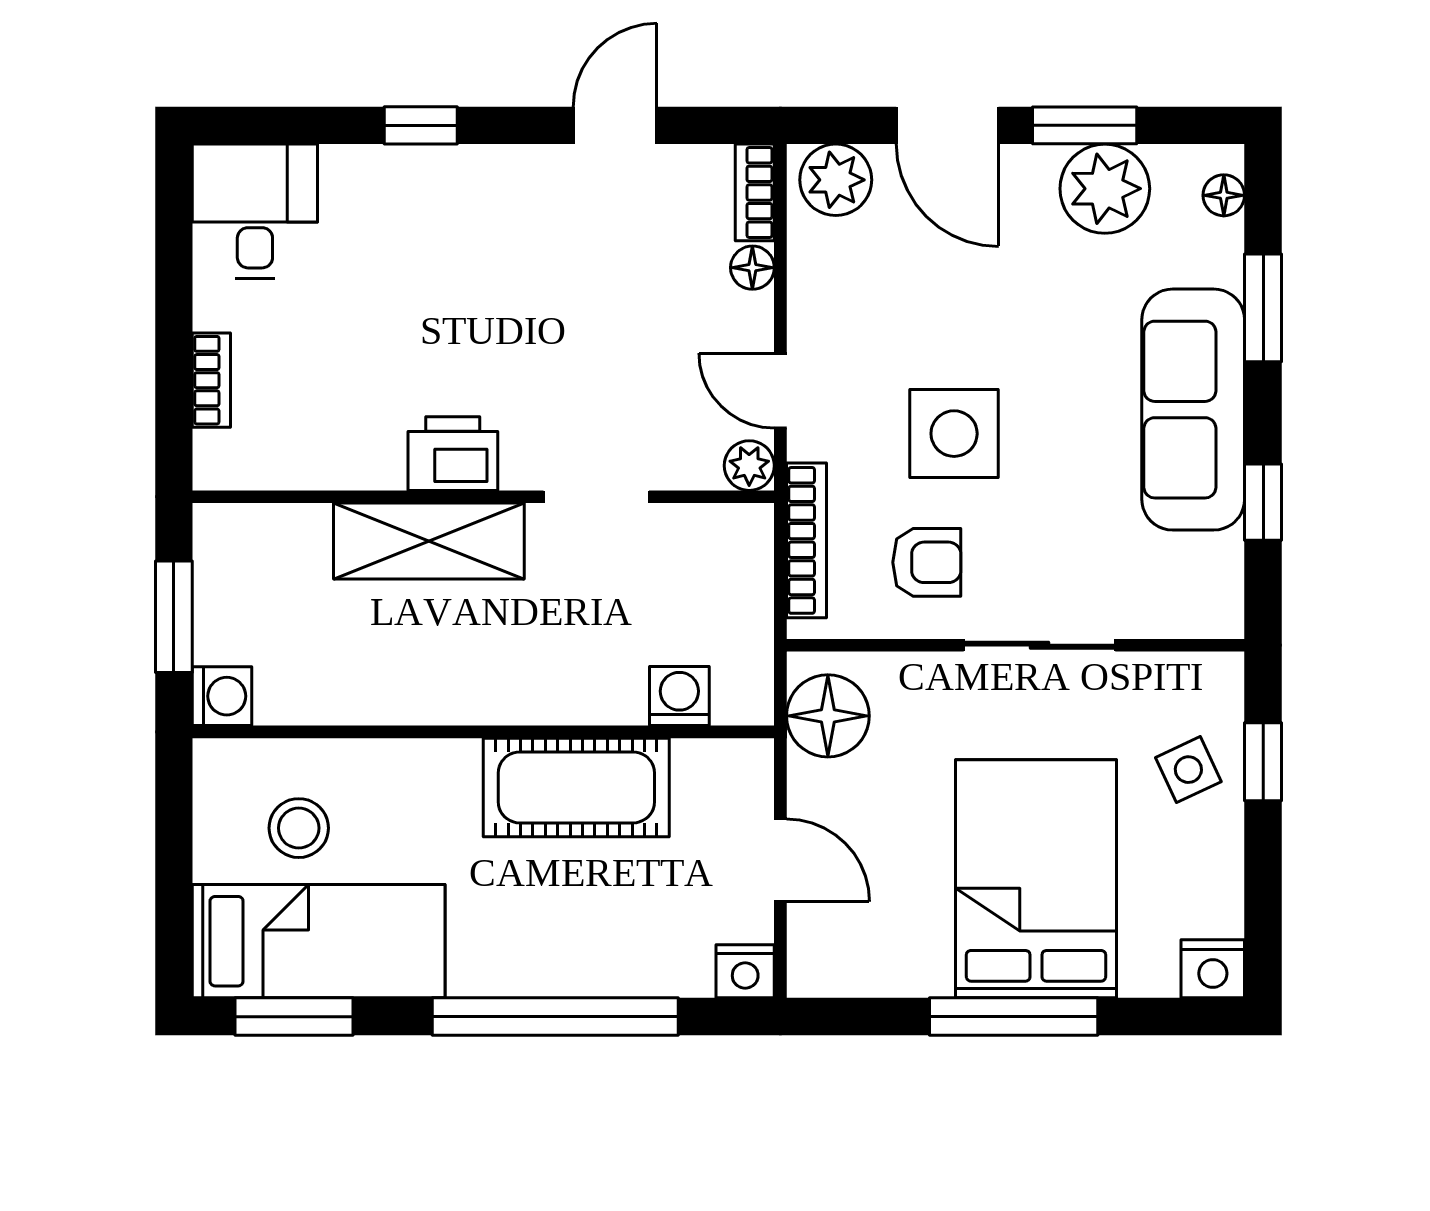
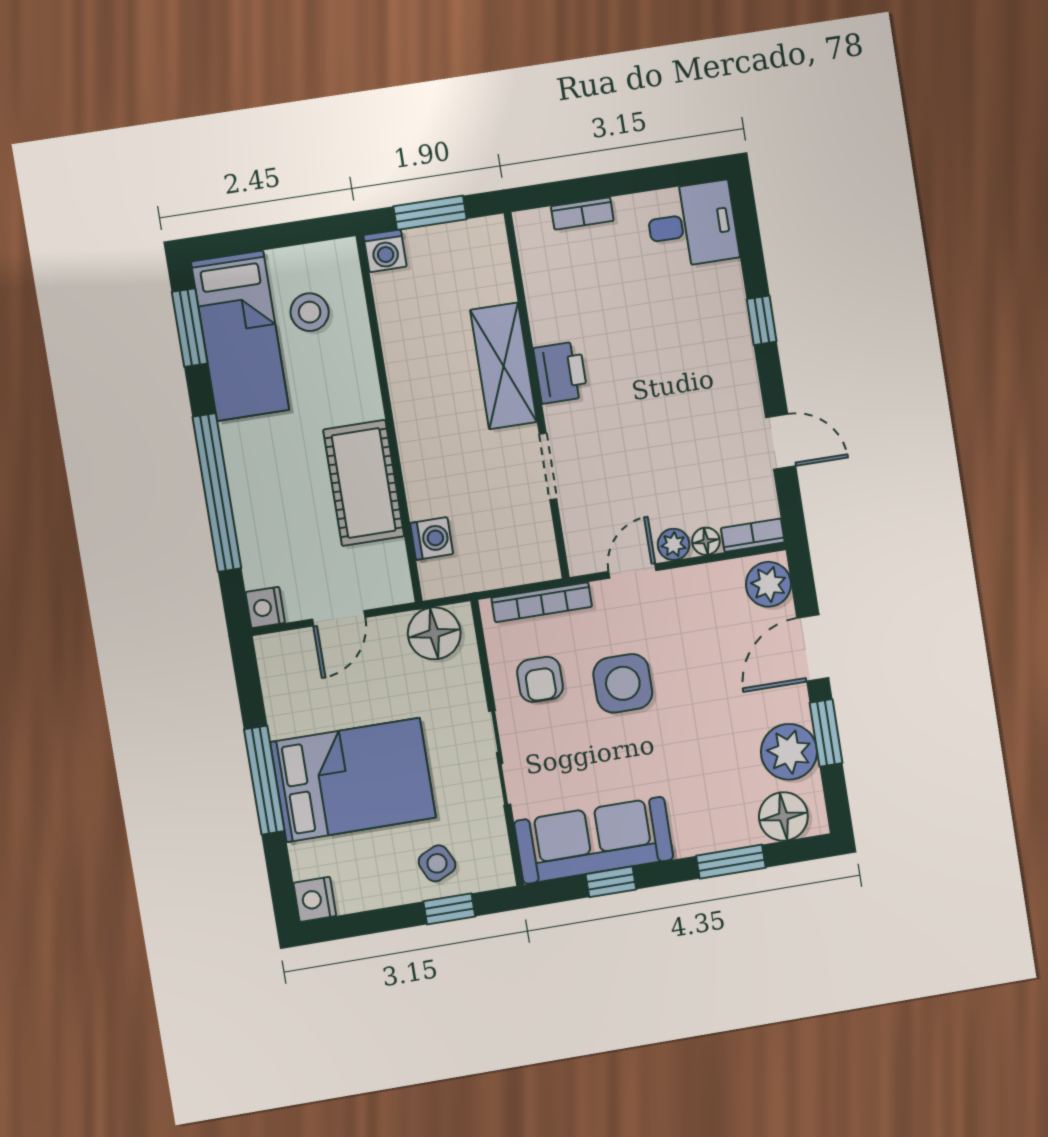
floor lamp: (1224, 195) -> (783, 816), width x1.89, depth x1.89
sofa: (1193, 410) -> (594, 840), moved
plant: (749, 466) -> (674, 544), moved

